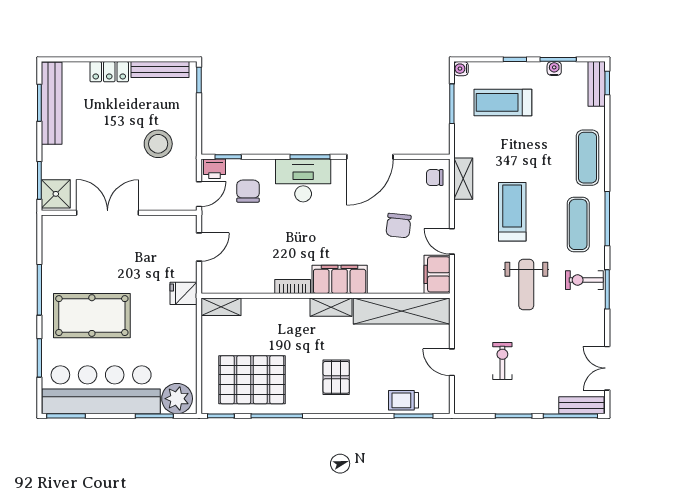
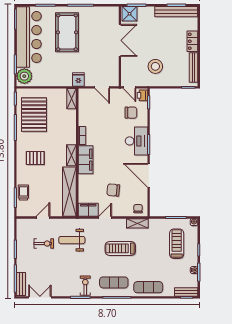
treadmill: (512, 212) -> (120, 248), turned 180
weight bench: (526, 284) -> (72, 240), moved

